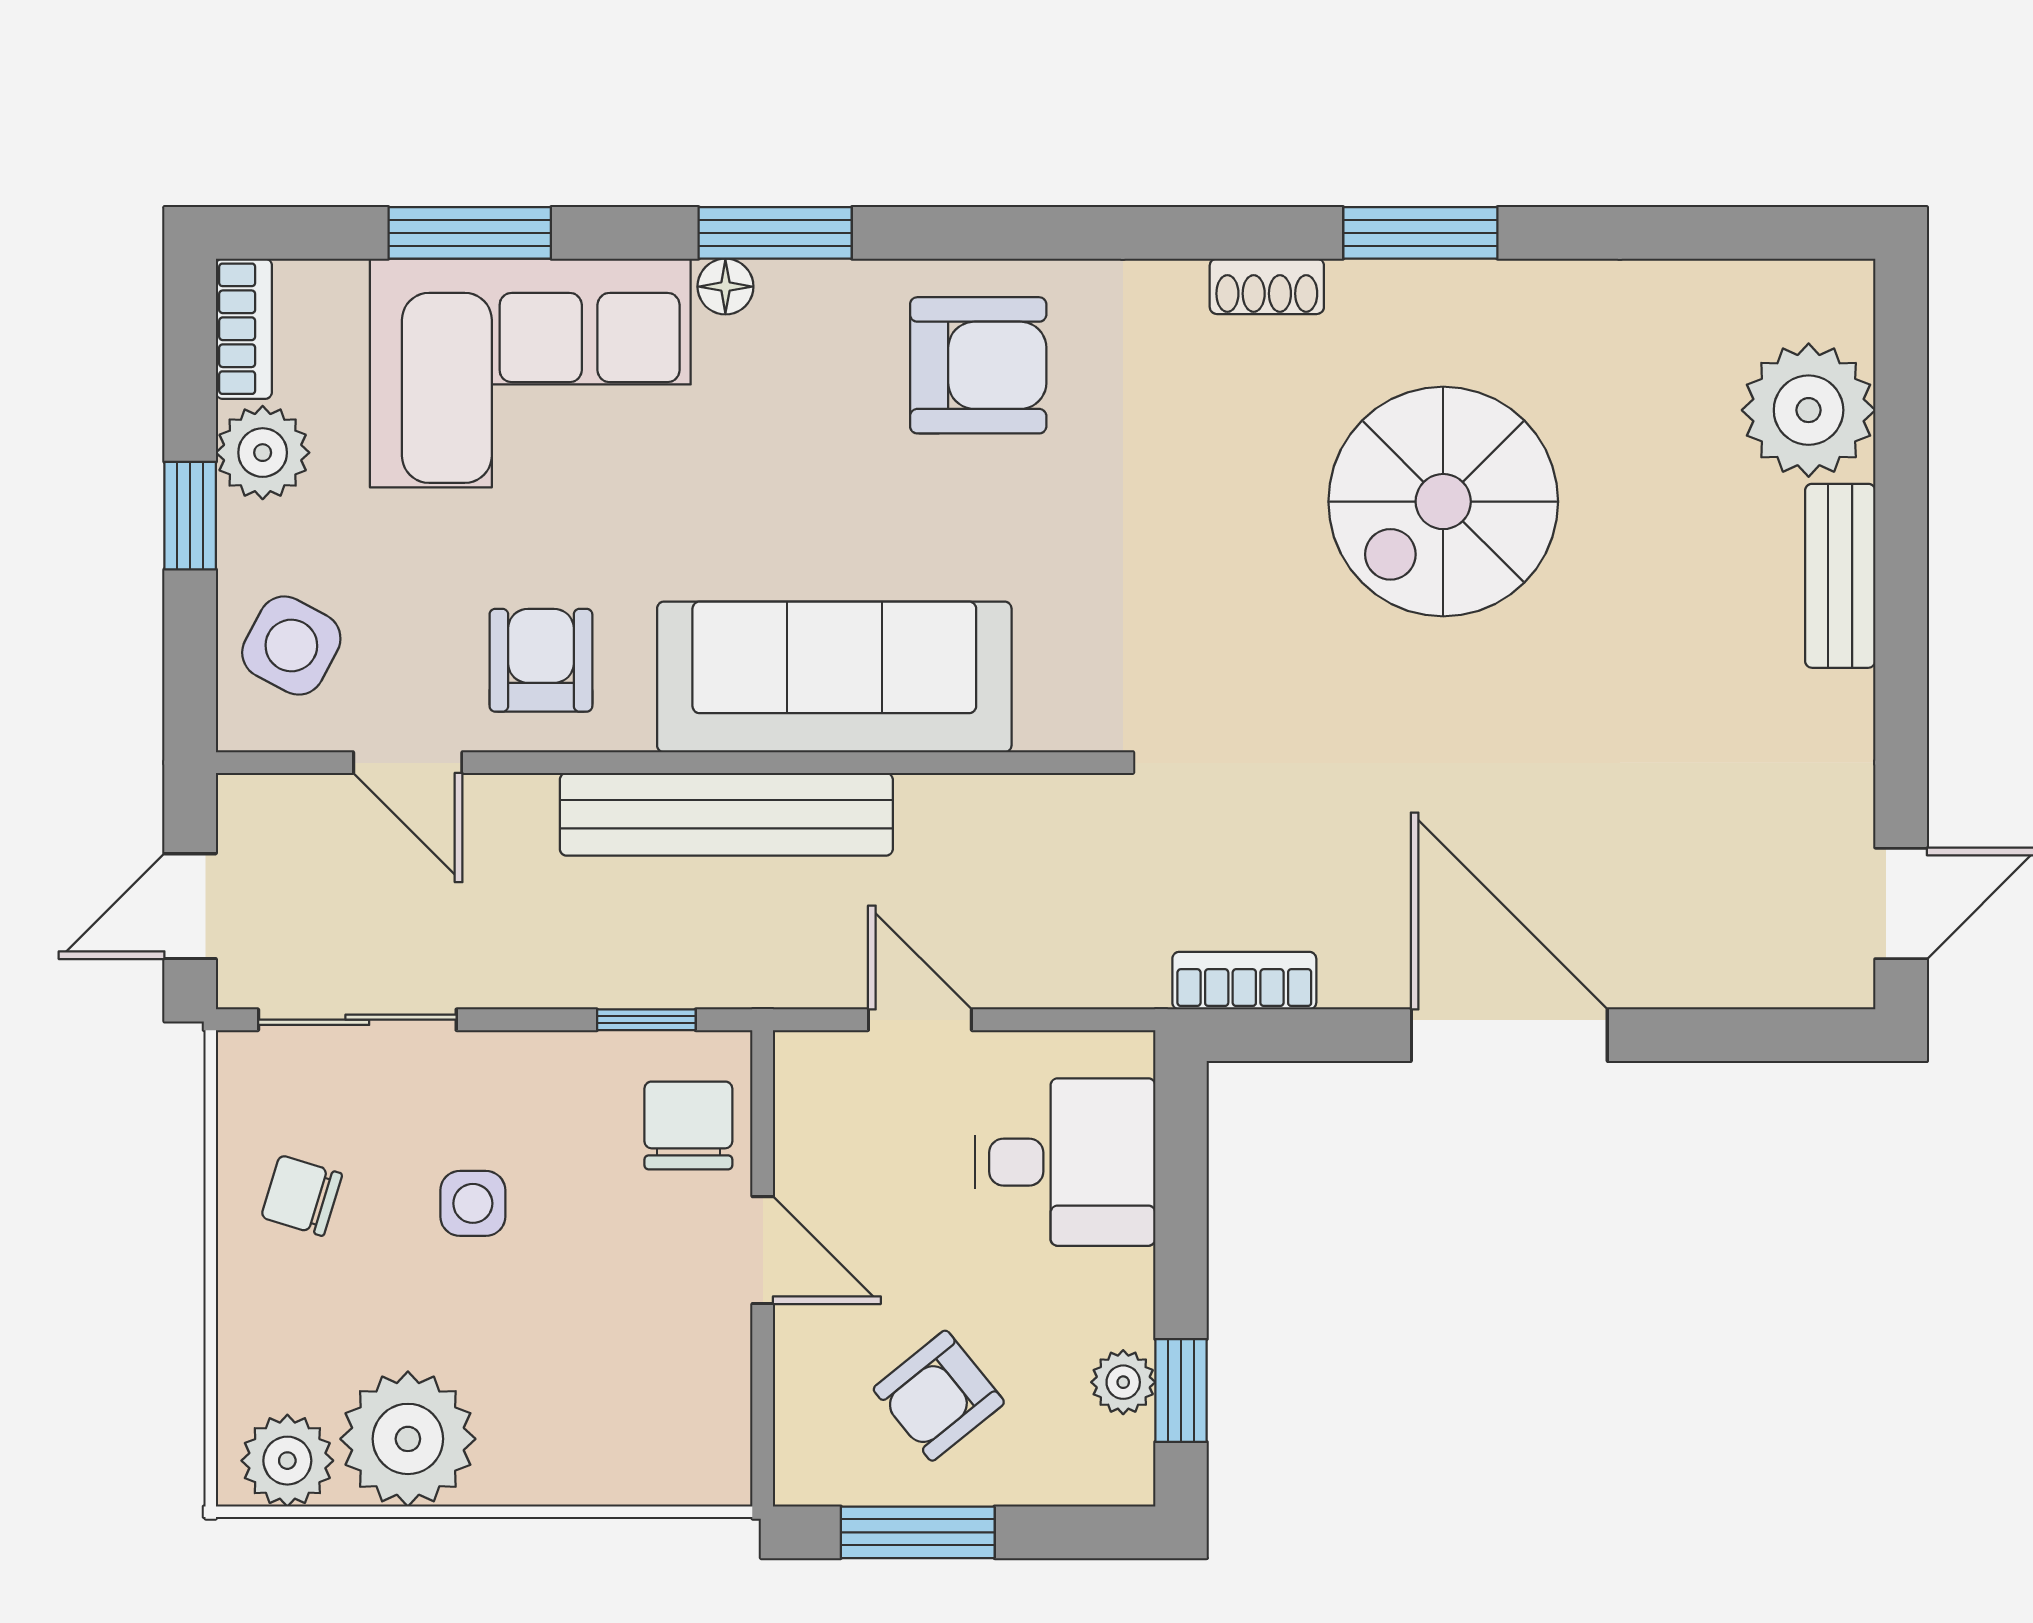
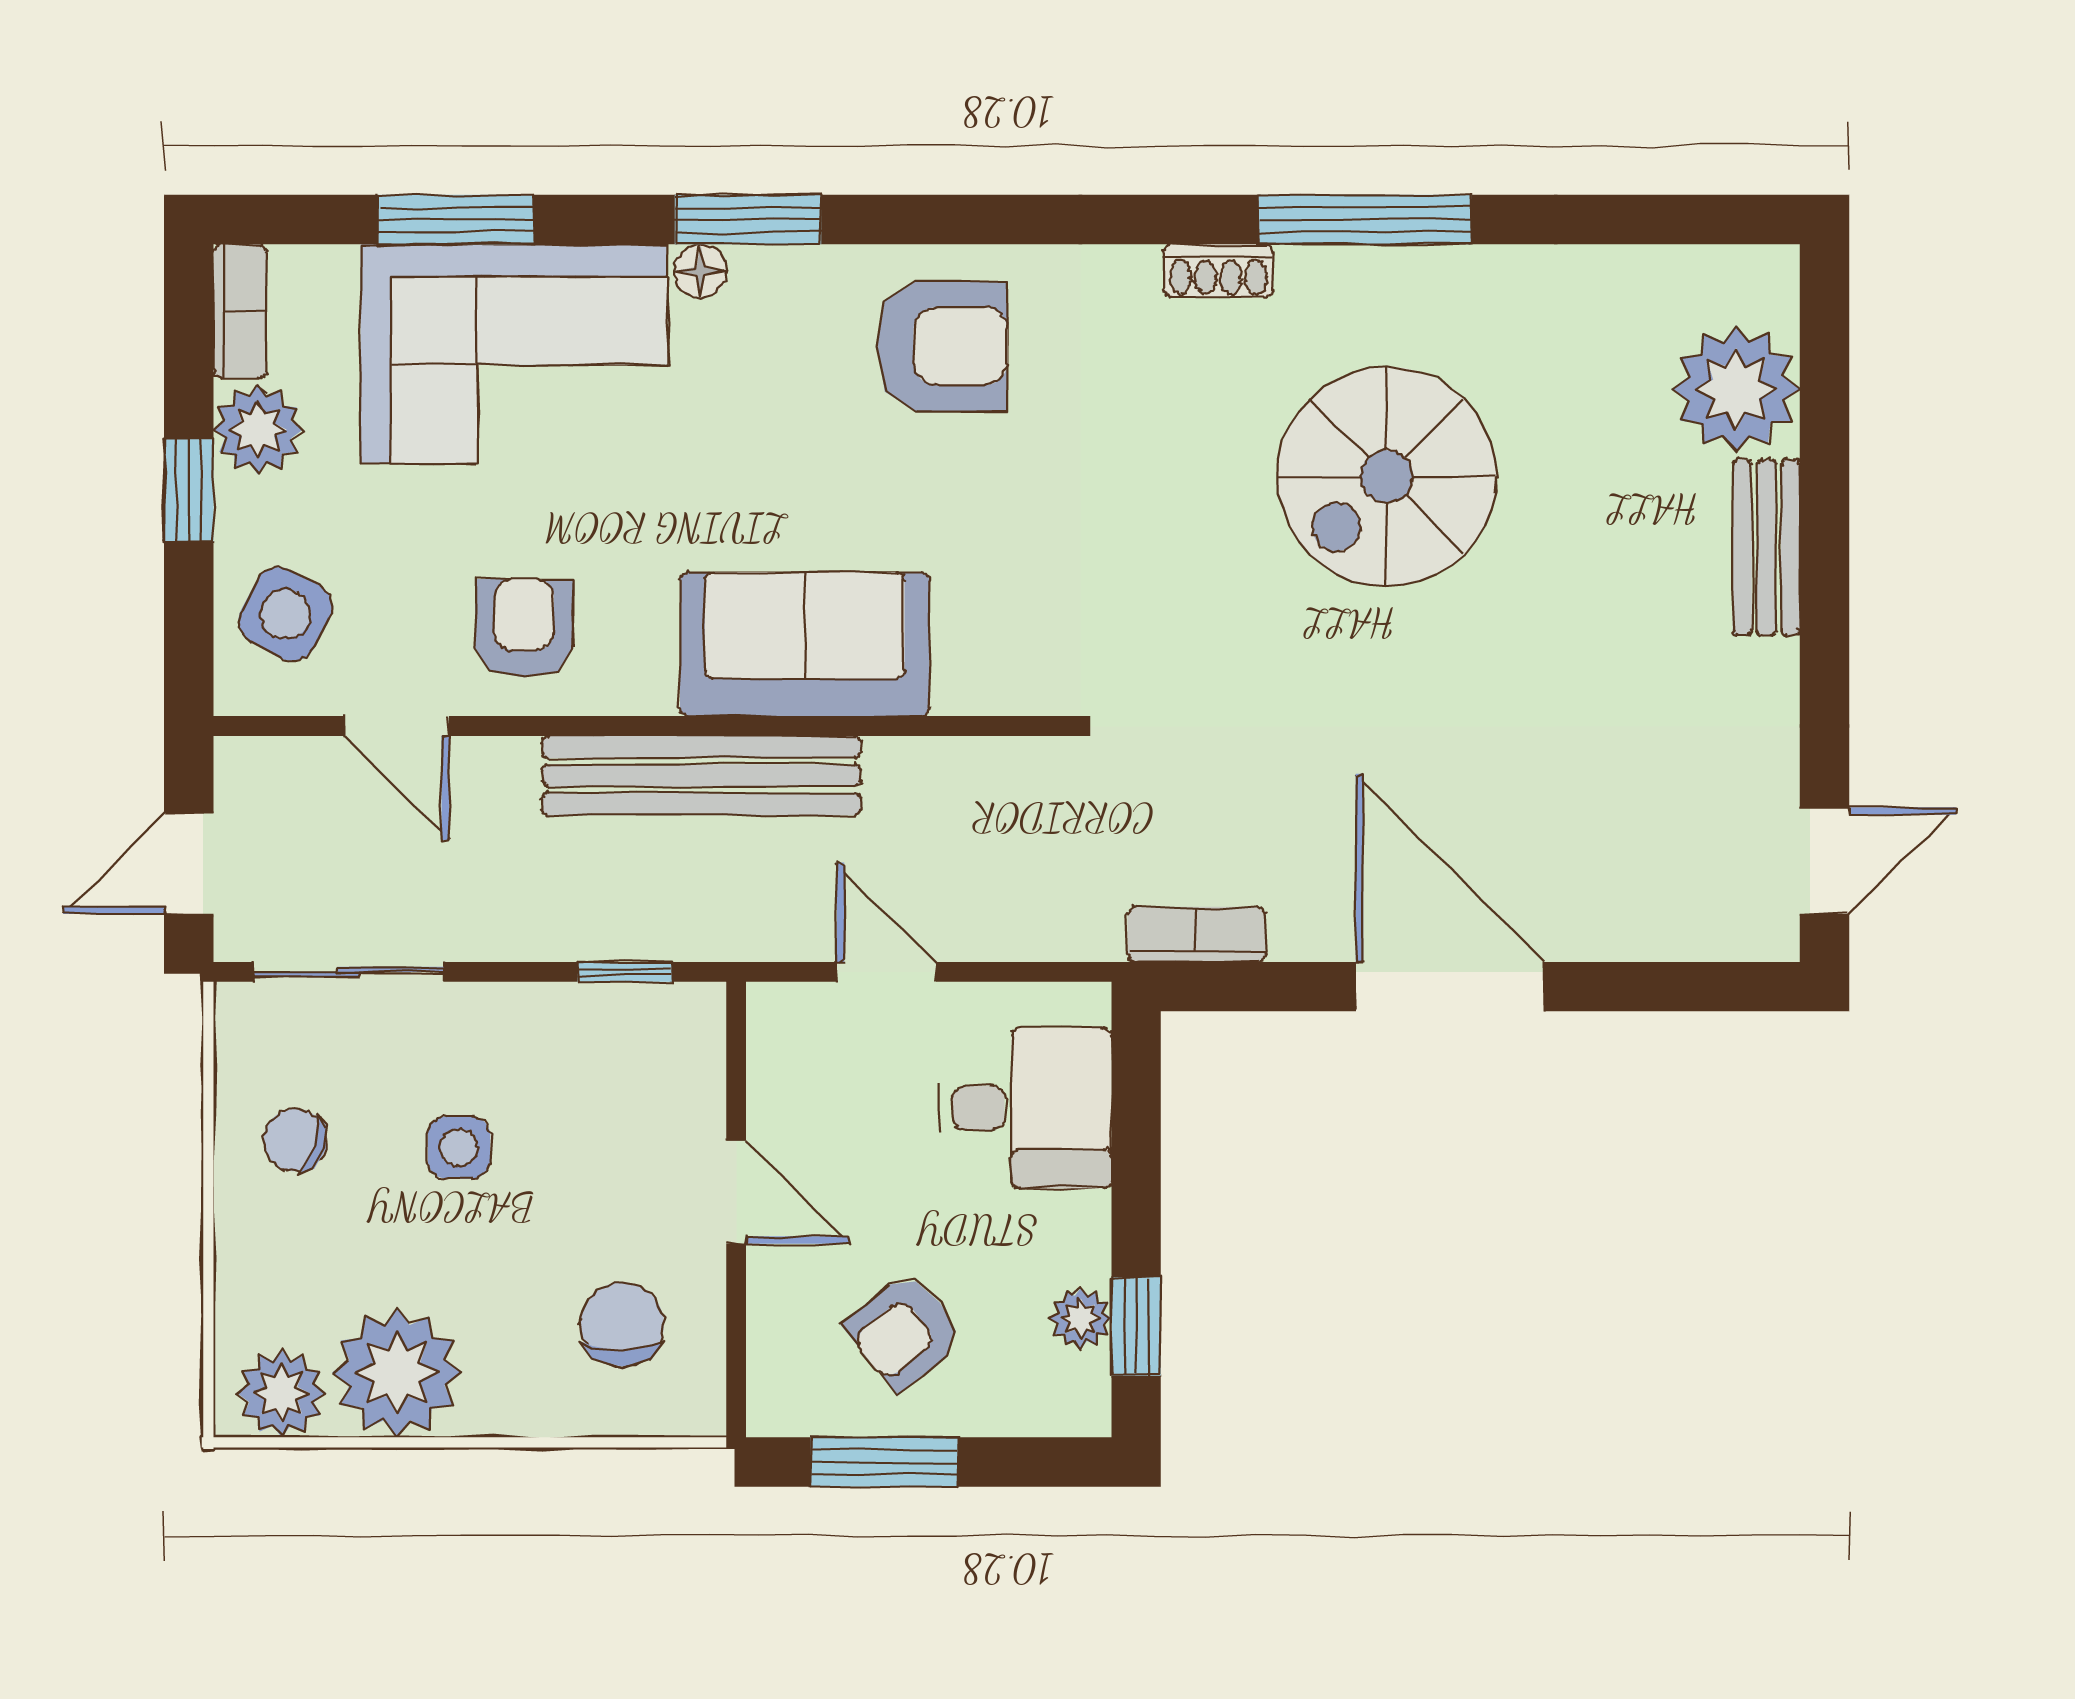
window: (1420, 233) -> (1365, 220), width x1.44
sofa: (834, 677) -> (805, 644), width x0.73
chair: (688, 1125) -> (622, 1324), moved

